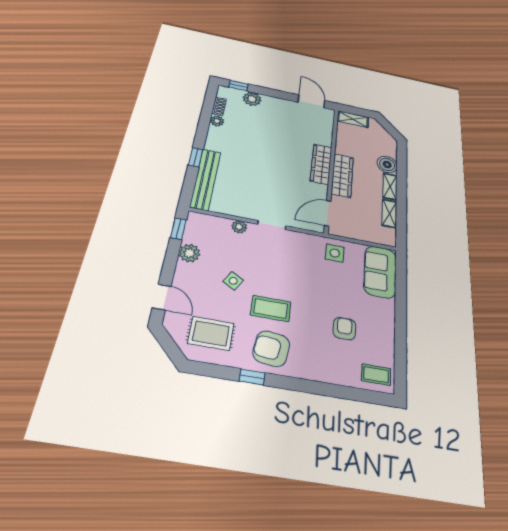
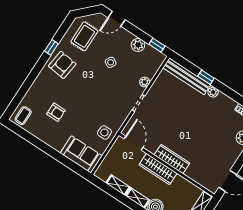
plant: (217, 121) -> (213, 92), moved
coffee table: (271, 308) -> (85, 76), removed

